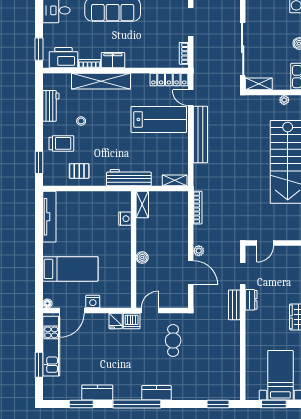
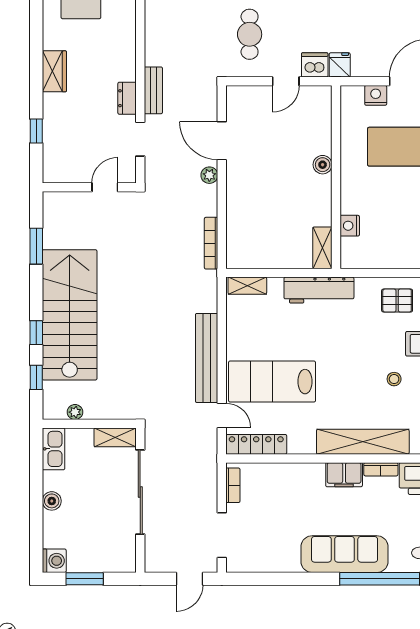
shelving: (142, 205) -> (322, 248), moved
nightstand: (125, 219) -> (350, 226), moved
wall: (134, 250) -> (336, 177), moved
boiler: (142, 257) -> (323, 165), moved

